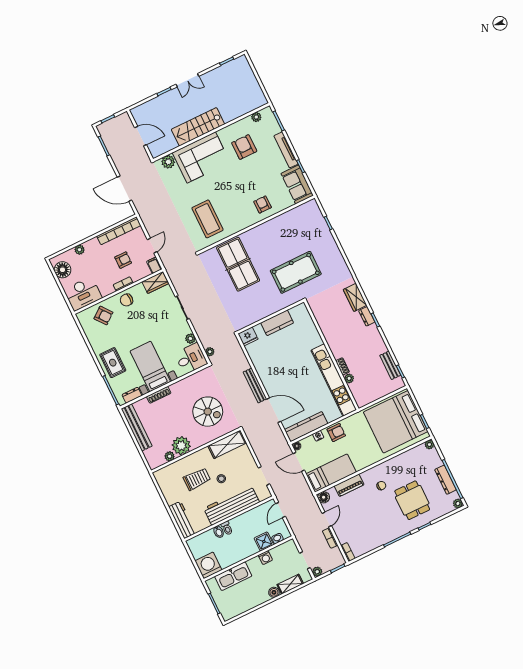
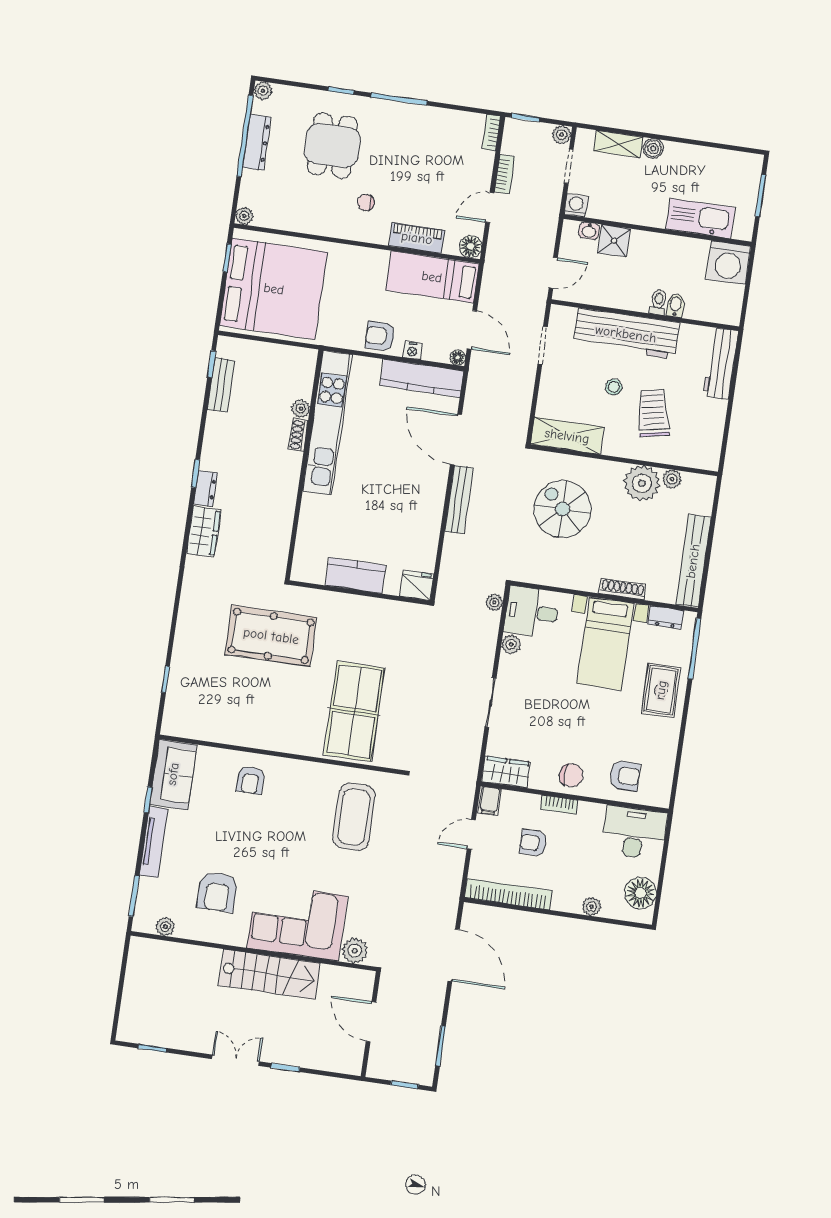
armchair: (103, 315) -> (625, 776), turned 128
trolley: (197, 479) -> (653, 413), turned 78
washing machine: (265, 558) -> (576, 205), moved

